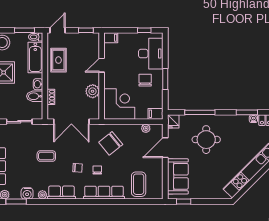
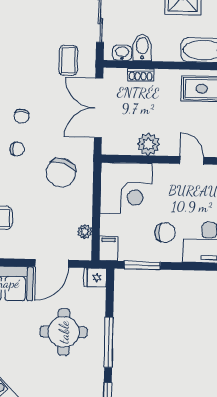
window: (165, 79) -> (142, 265), moved
washbasin: (38, 84) -> (122, 53), moved
window: (200, 112) -> (109, 342), moved
chair: (111, 143) -> (61, 173), turned -122
door: (165, 148) -> (52, 263), swing flipped
coffee table: (46, 156) -> (68, 60), moved

